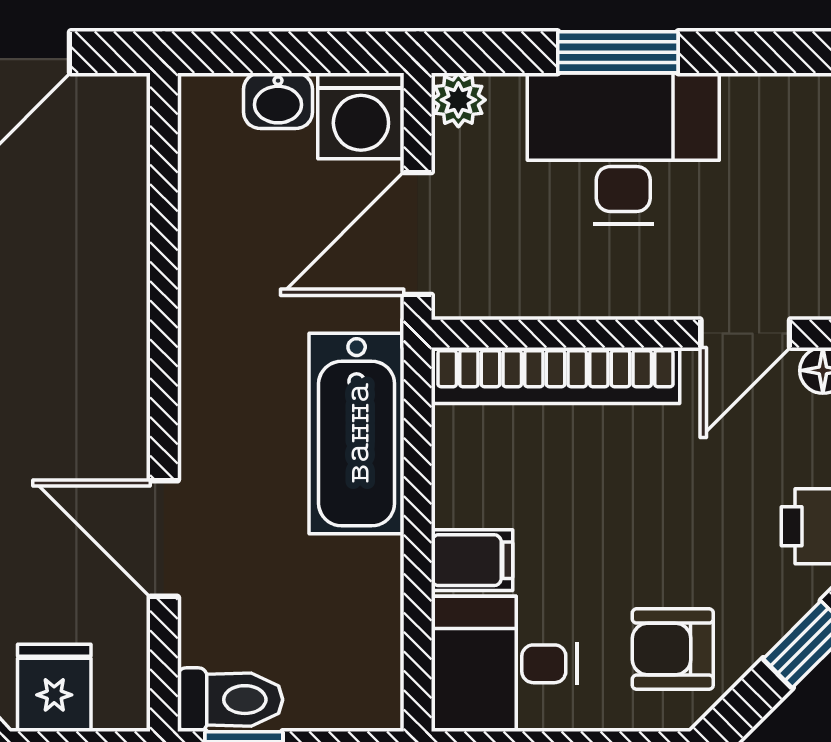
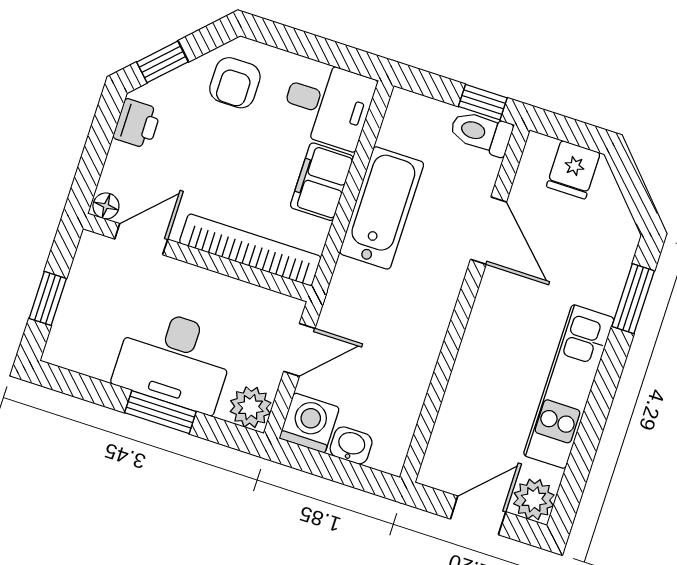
plant: (458, 100) -> (251, 407), width x1.38, depth x1.38
door: (418, 233) -> (299, 350), width x0.73
bathtub: (357, 433) -> (382, 208), moved
filing cabinet: (472, 560) -> (322, 182), width x2.00
armchair: (673, 649) -> (235, 83), turned 90

